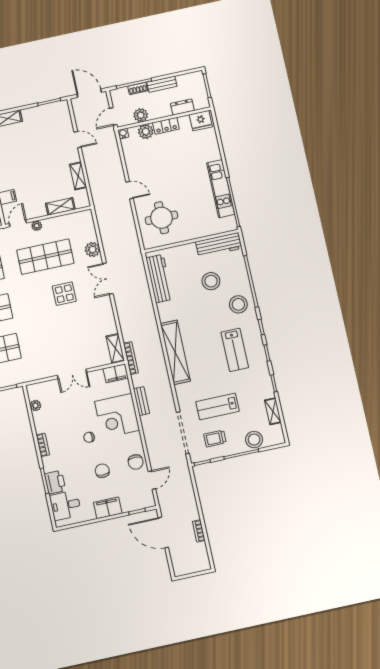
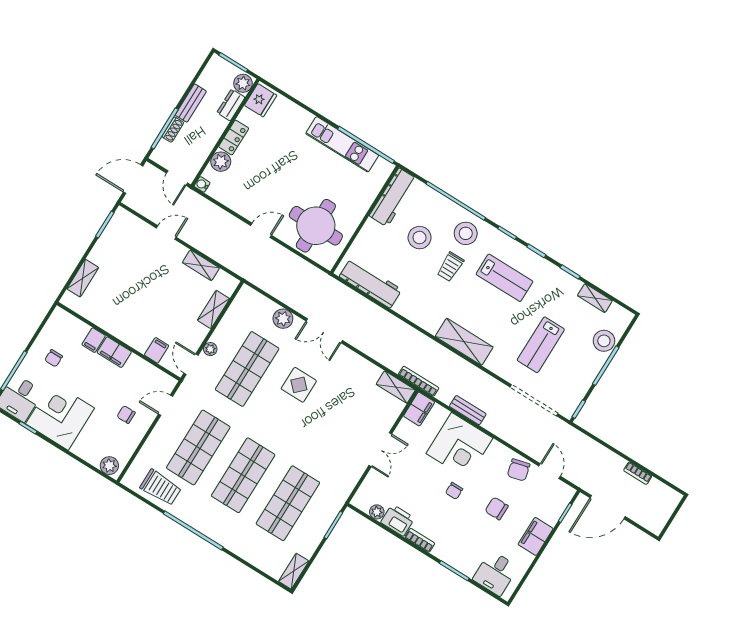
plant: (141, 115) -> (243, 83), moved
round table: (161, 218) -> (316, 226), width x1.36, depth x1.36
shelving: (175, 352) -> (464, 342), width x0.68
trolley: (215, 439) -> (450, 267), moved
chair: (136, 462) -> (519, 470), turned 76
printer: (55, 482) -> (398, 520), moved

